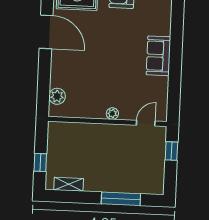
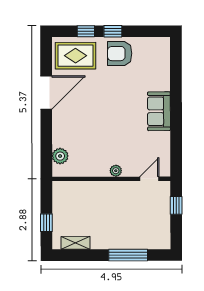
door: (46, 32) -> (46, 93), hinge flipped

